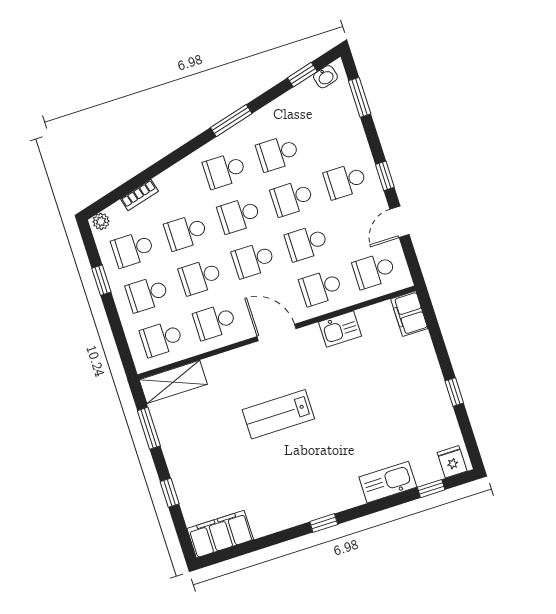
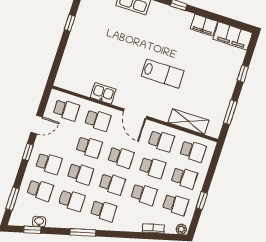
washbasin: (325, 77) -> (39, 222), moved
school desk: (331, 136) -> (40, 190), added
filing cabinet: (409, 314) -> (204, 25), moved, turned 90
shelving: (173, 382) -> (188, 122), moved

